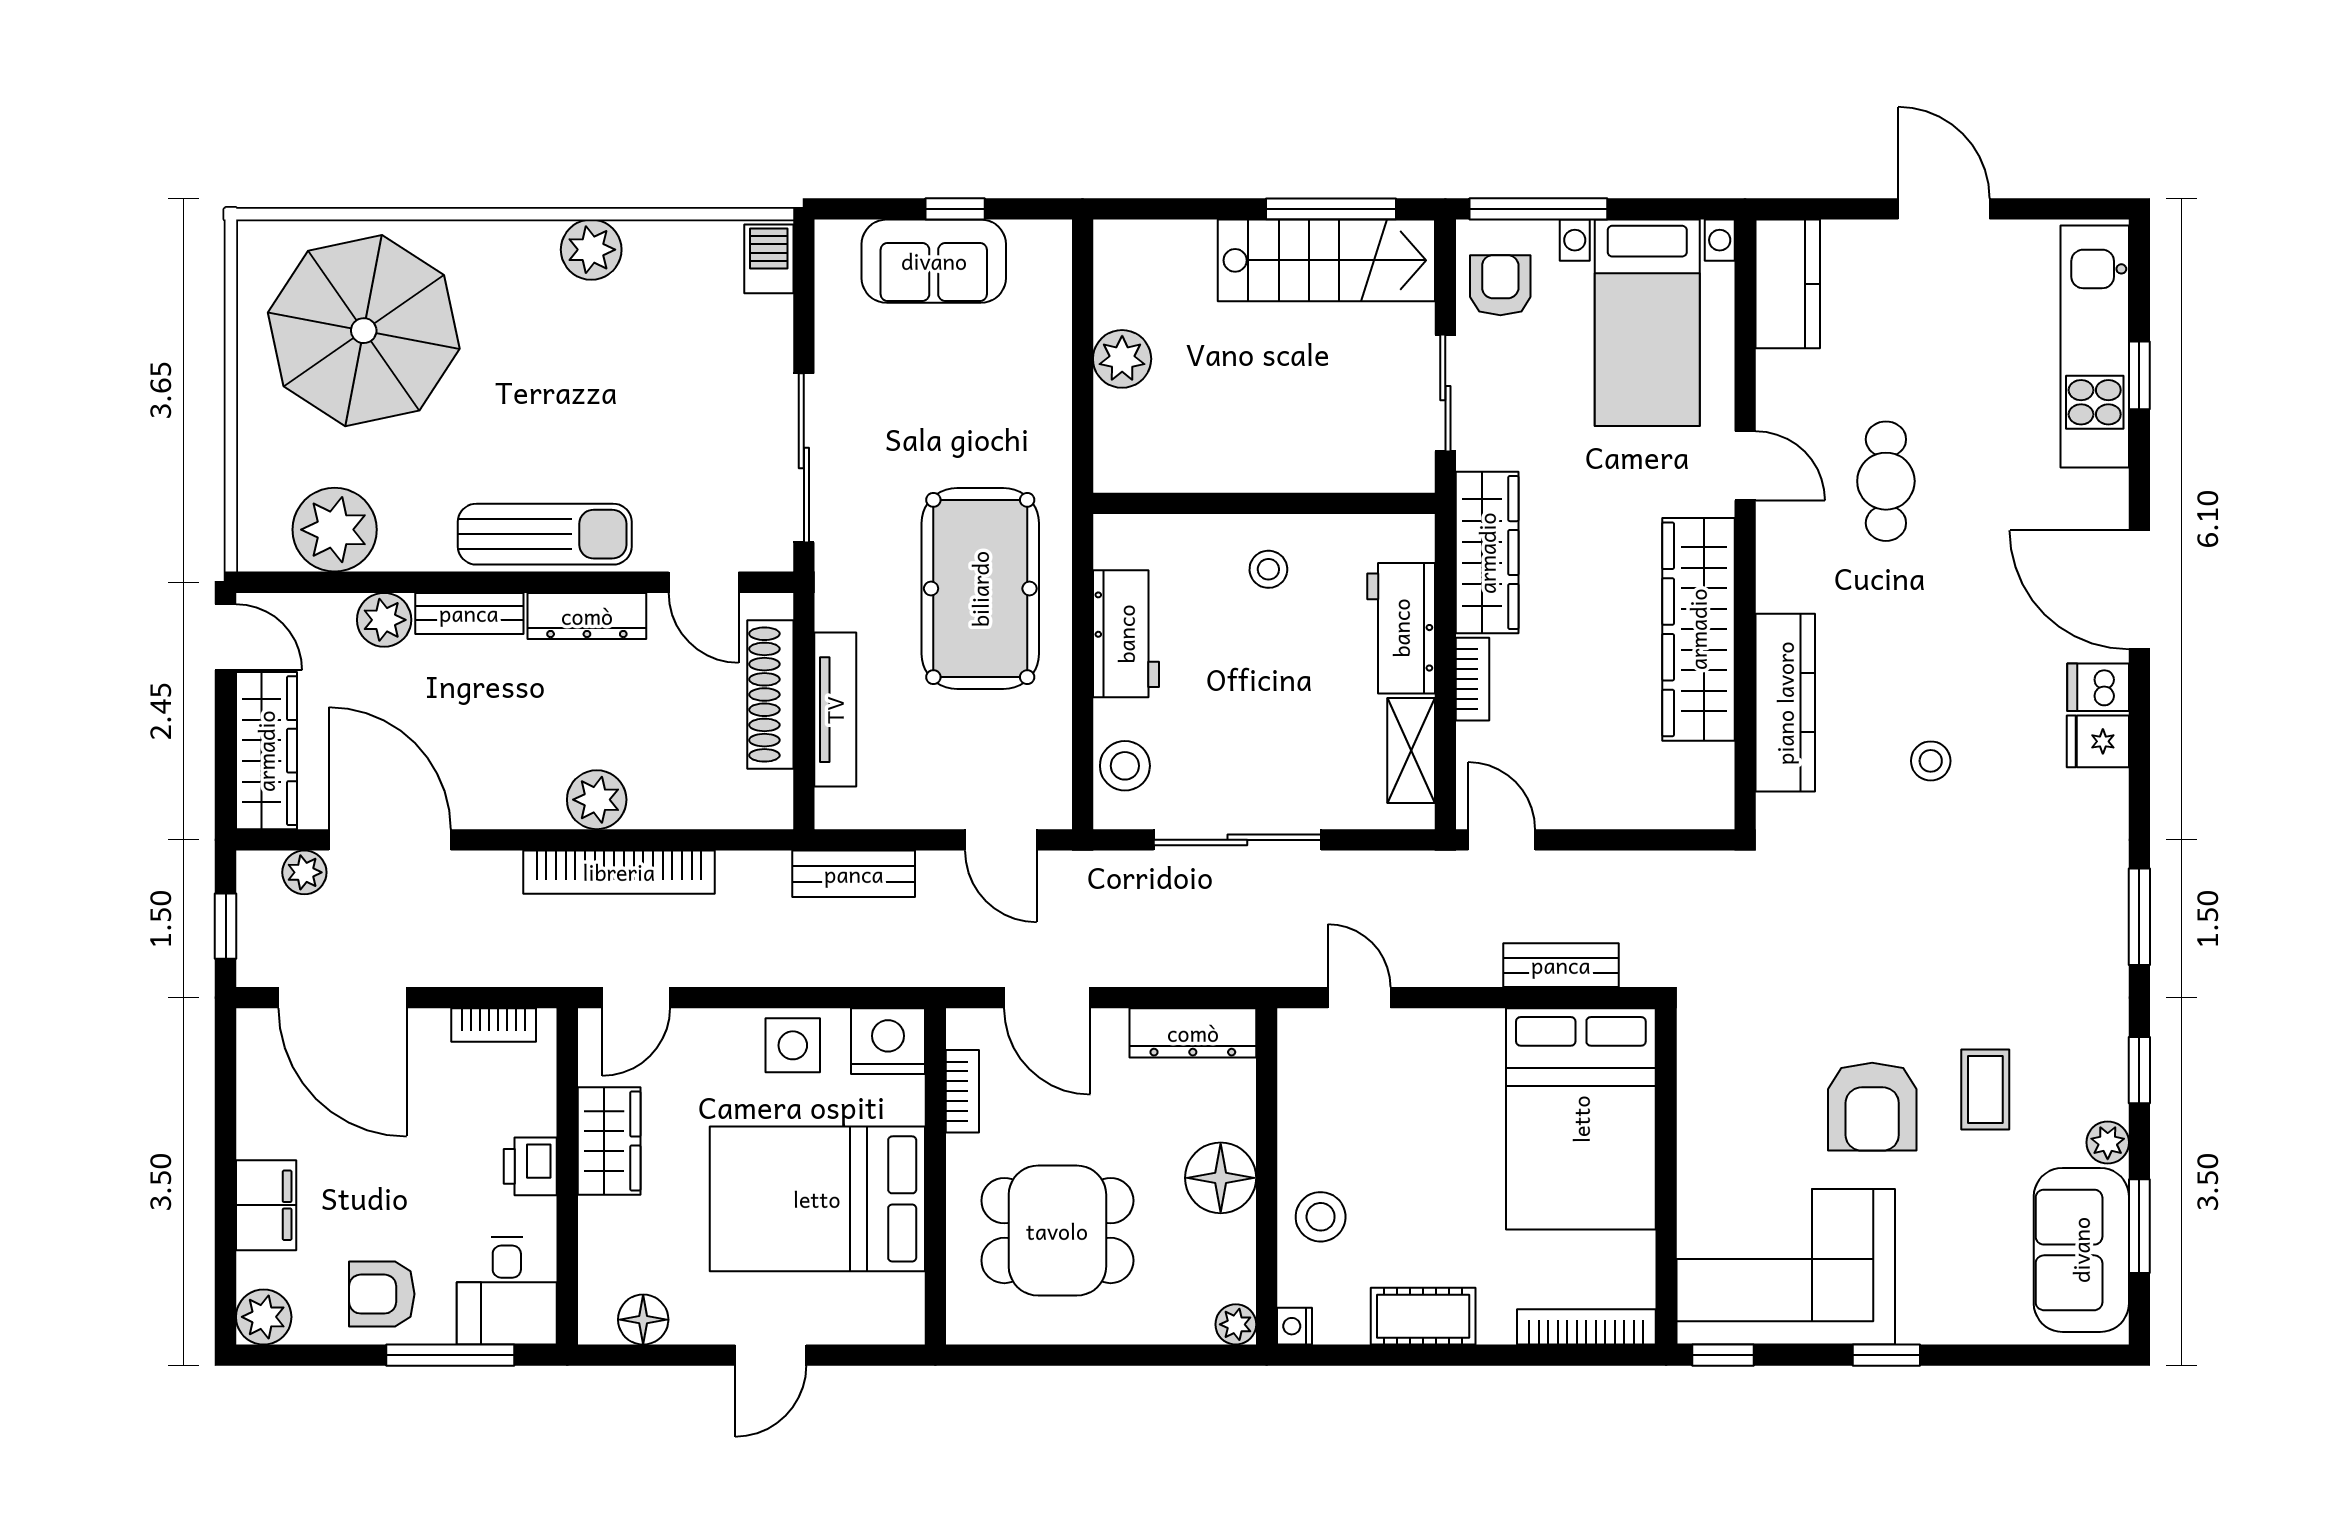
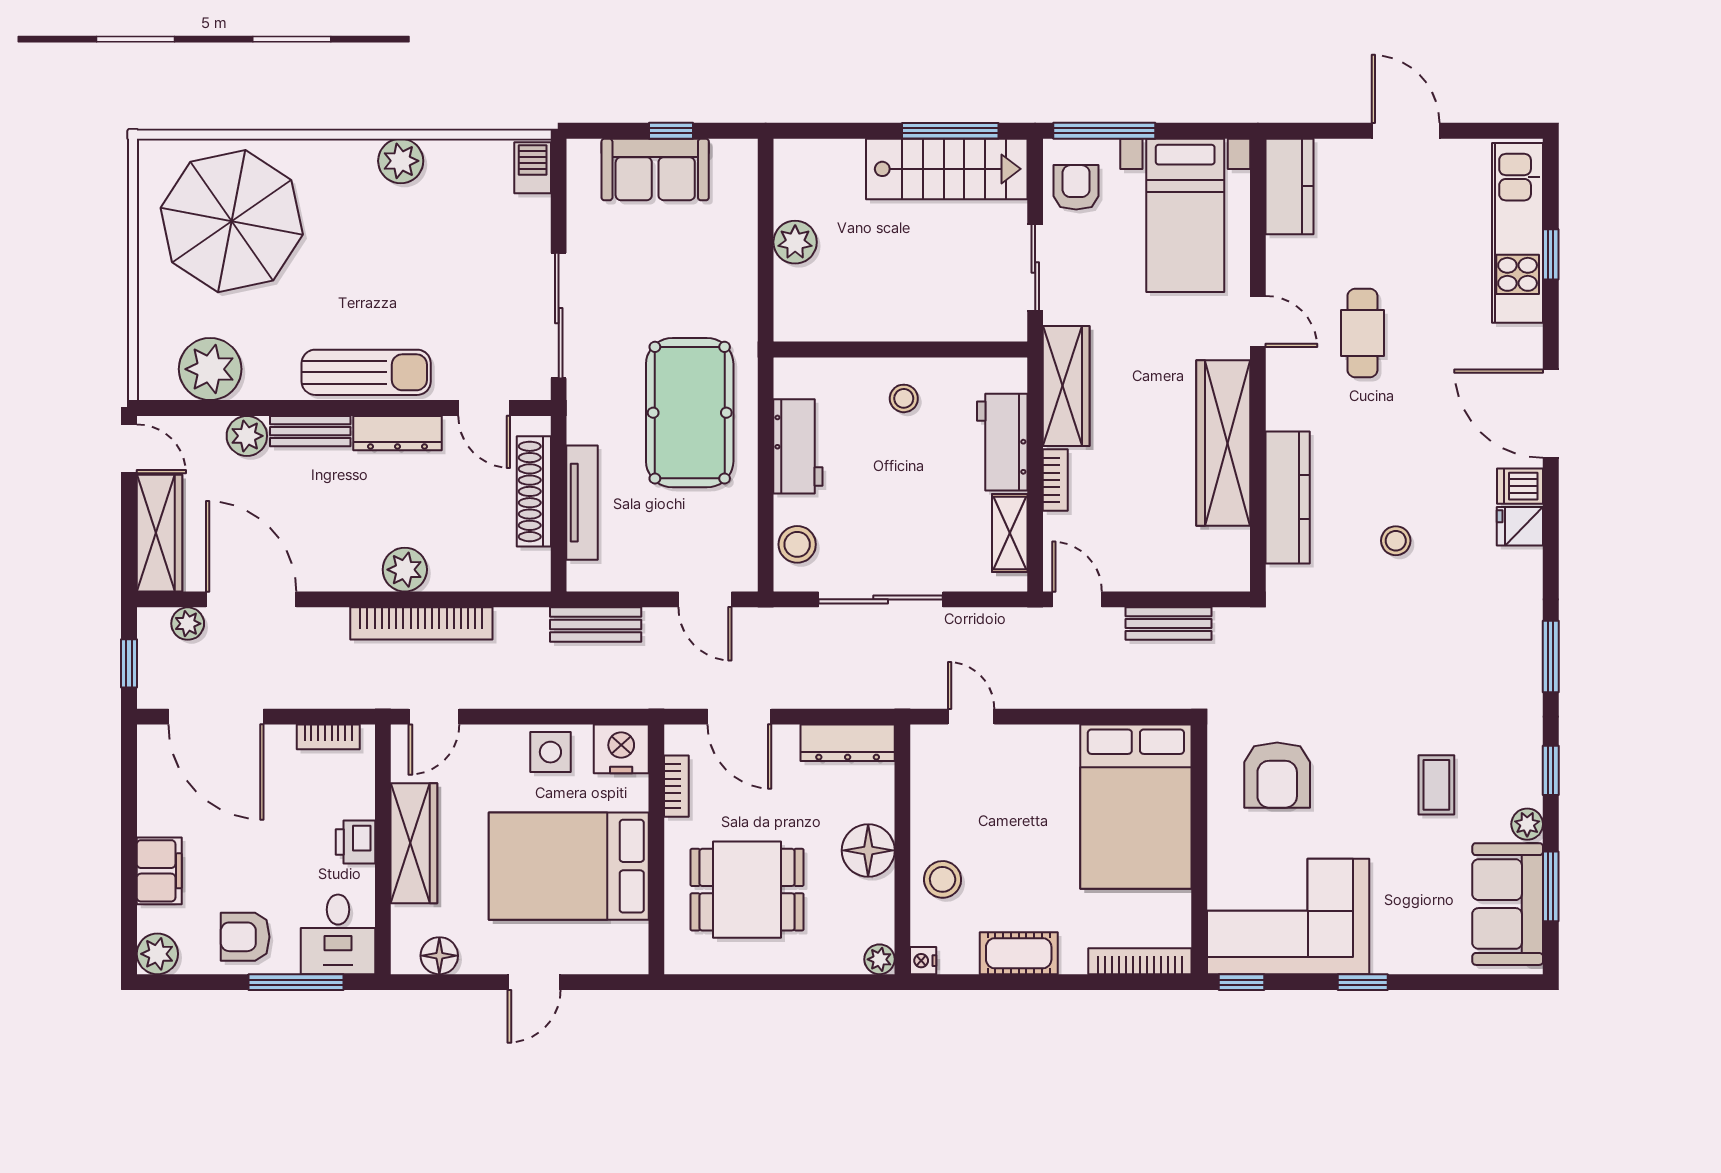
bench: (1561, 965) -> (1169, 624), moved
armchair: (1872, 1107) -> (1277, 775), moved
wardrobe: (609, 1141) -> (414, 843), width x1.50

